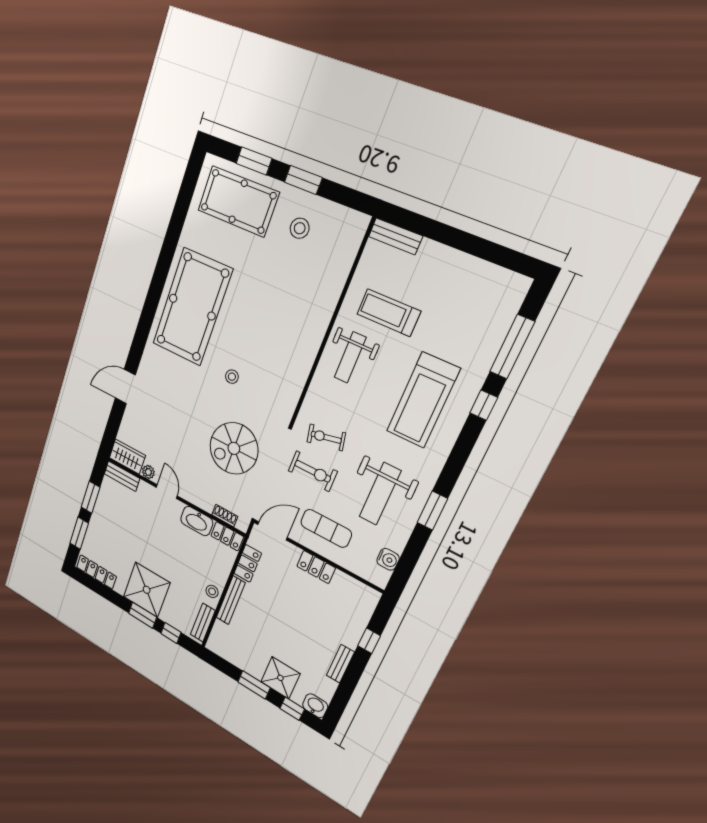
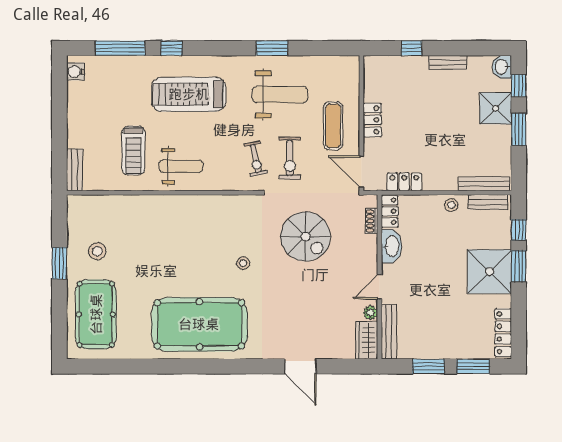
window: (254, 161) -> (59, 312), removed
treadmill: (423, 400) -> (189, 94), turned 180
exercise bike: (313, 471) -> (290, 158), turned 180
bench: (122, 476) -> (389, 332), width x1.36
water cooler: (388, 559) -> (75, 72), moved, turned -90
bench: (231, 600) -> (484, 184), moved

